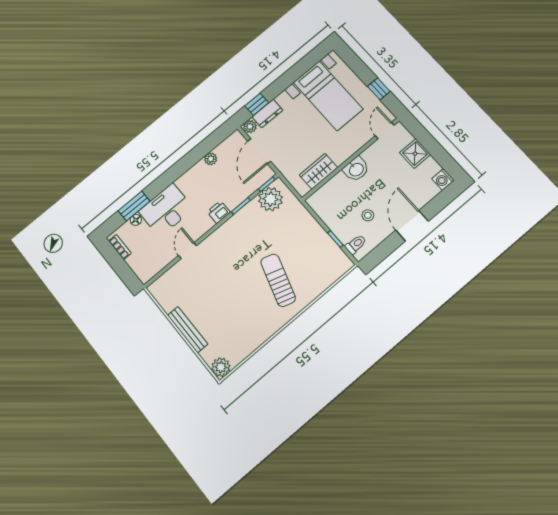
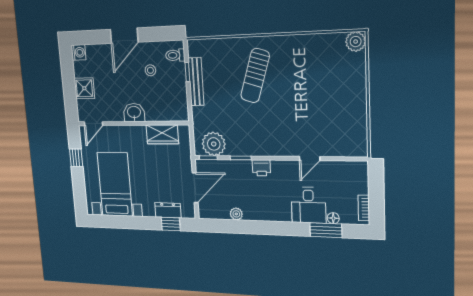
plant: (250, 127) -> (188, 212), removed
desk: (166, 210) -> (308, 205), width x0.73
bench: (188, 330) -> (196, 82), moved

